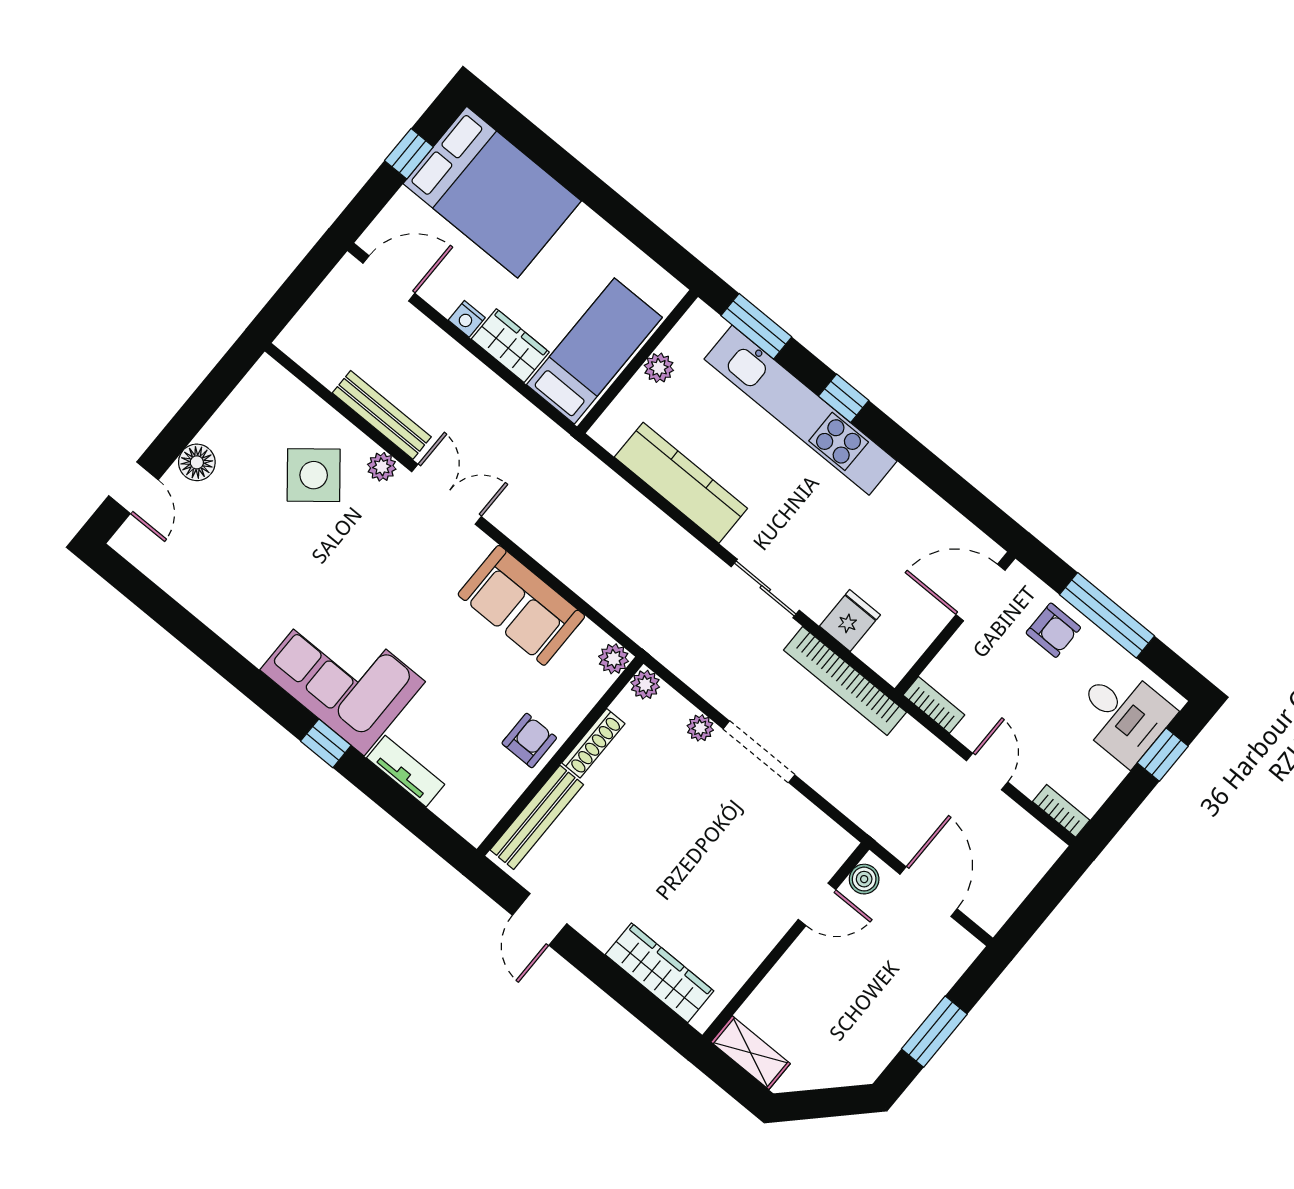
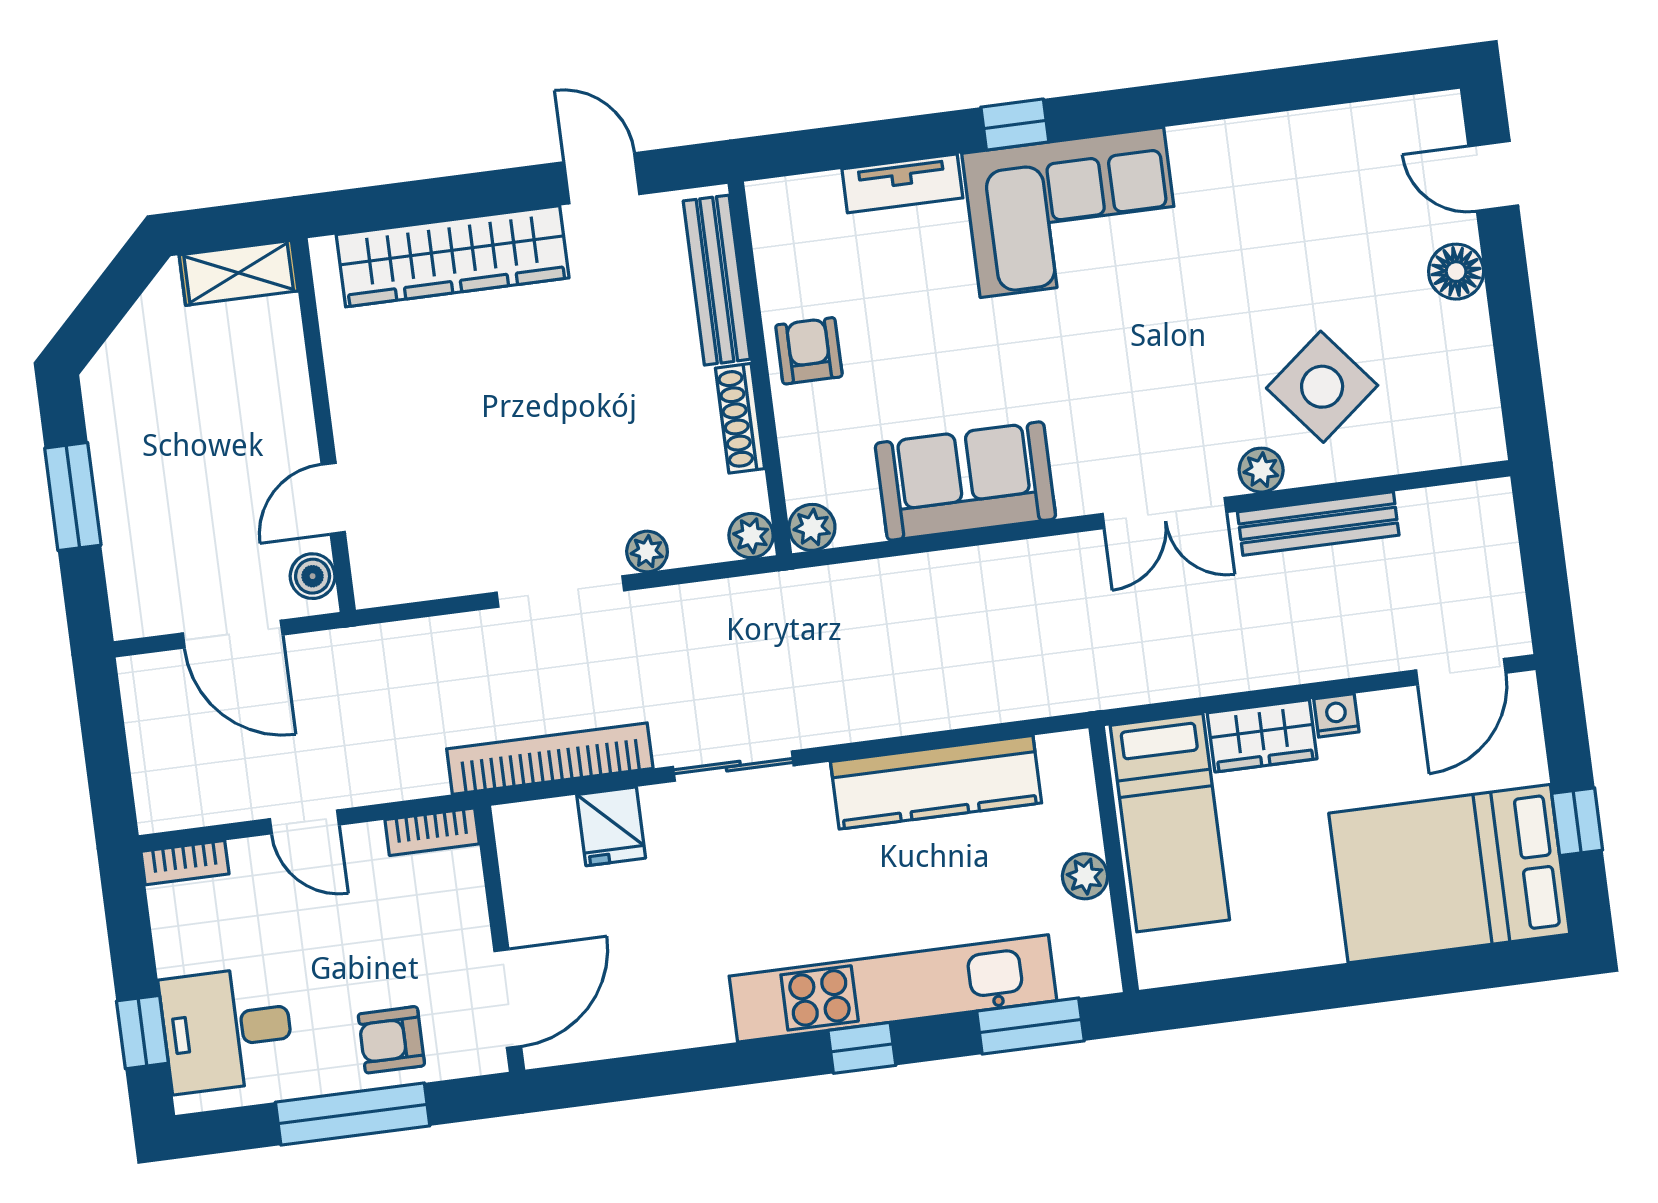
armchair: (529, 740) -> (809, 351), turned 180
wardrobe: (659, 973) -> (453, 256), width x1.40, depth x1.17

